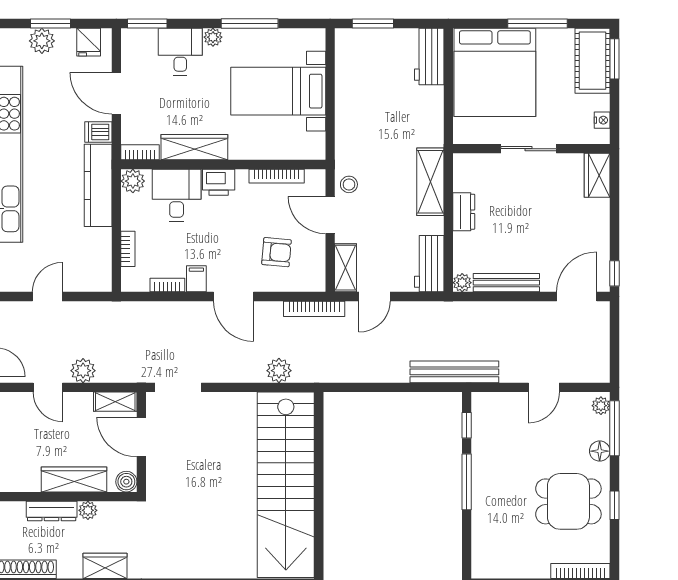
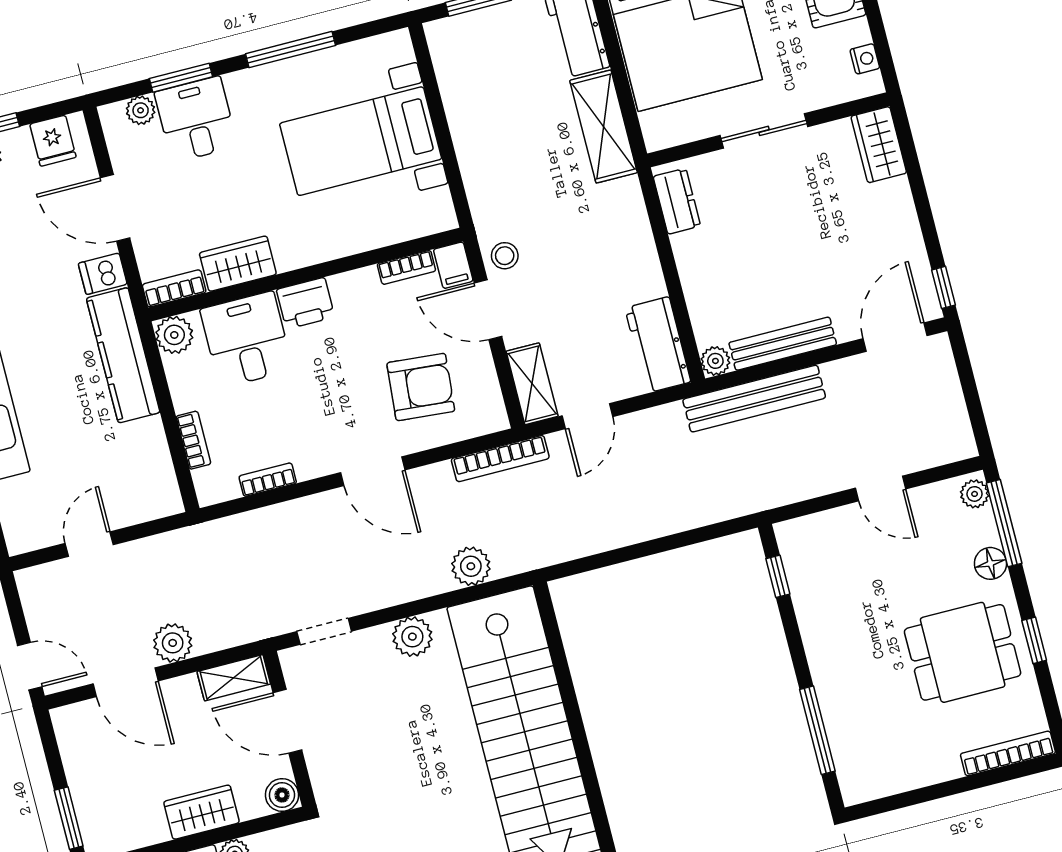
window: (147, 24) -> (181, 78), moved
plant: (213, 37) -> (141, 110), moved
wardrobe: (194, 147) -> (238, 264), width x0.67
bookcase: (277, 176) -> (406, 267), width x0.64
shelving: (430, 182) -> (604, 127), moved
dresser: (464, 212) -> (677, 201), moved
armchair: (276, 252) -> (421, 387), width x1.38, depth x1.38
filing cabinet: (196, 279) -> (453, 265), moved, turned 180
bench: (454, 372) -> (754, 399), moved
door: (48, 387) -> (126, 682), width x1.38
doorway: (178, 387) -> (324, 631), width x0.73
door: (544, 387) -> (881, 488), hinge flipped
plant: (232, 405) -> (412, 637), added
wardrobe: (74, 479) -> (201, 812), width x0.67
window: (467, 482) -> (817, 730), moved

